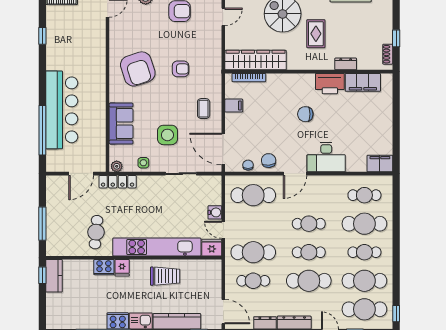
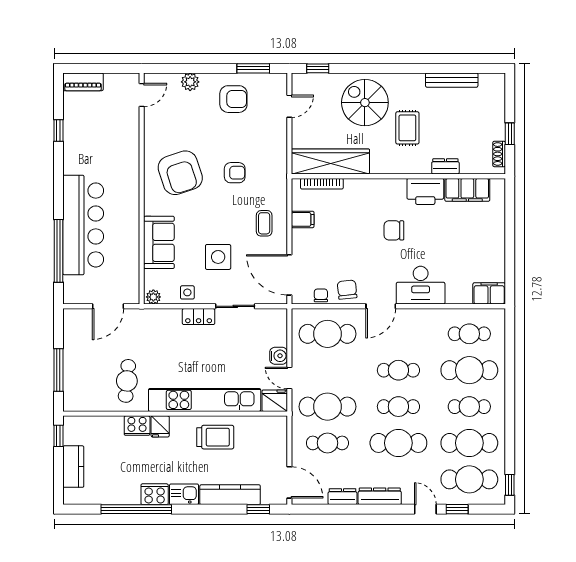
locker: (118, 182) -> (199, 317), moved, width x0.66
kitchen counter: (54, 276) -> (73, 467), moved

